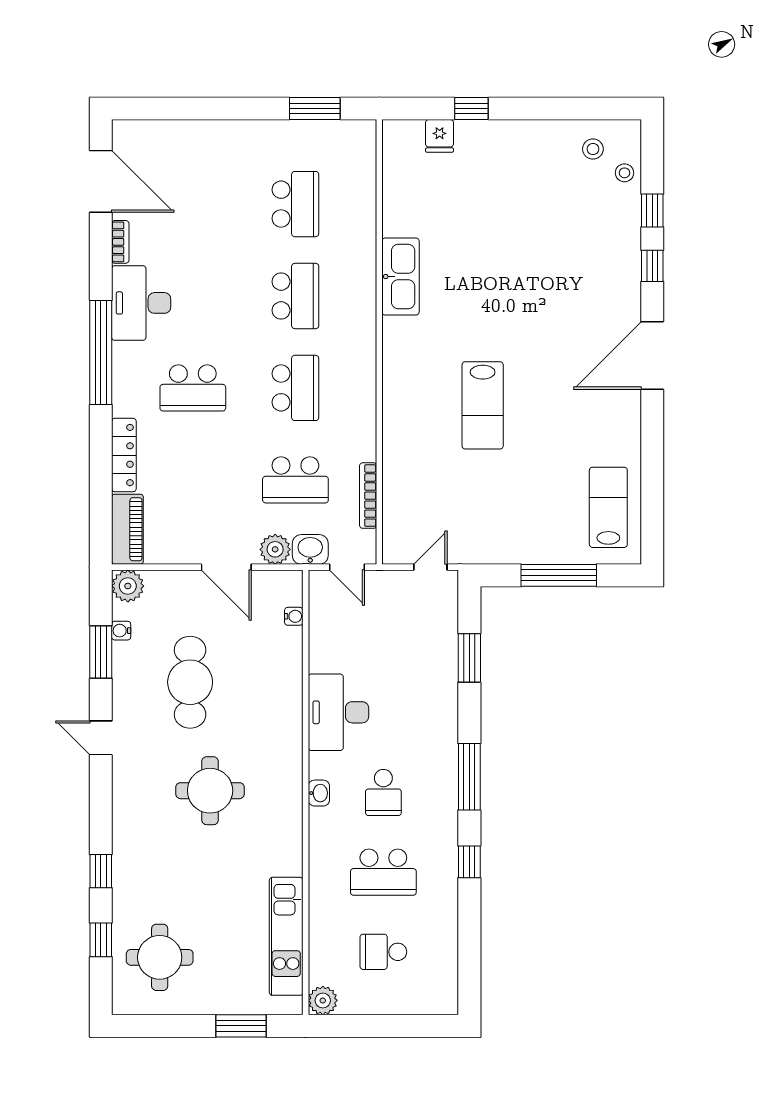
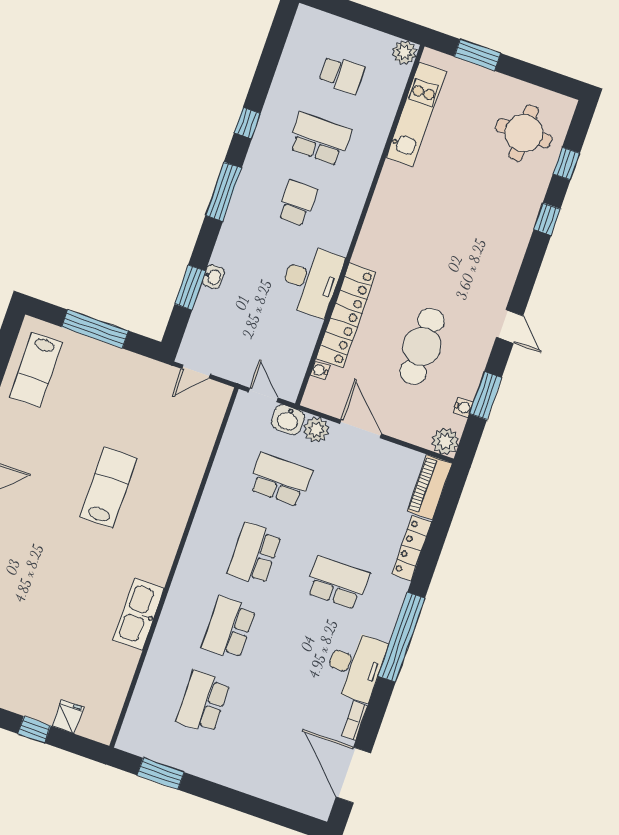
bookcase: (368, 496) -> (226, 447), removed
locker: (286, 687) -> (346, 315), added
round table: (210, 791) -> (436, 253), removed
washbasin: (319, 793) -> (213, 277), moved, turned 180

